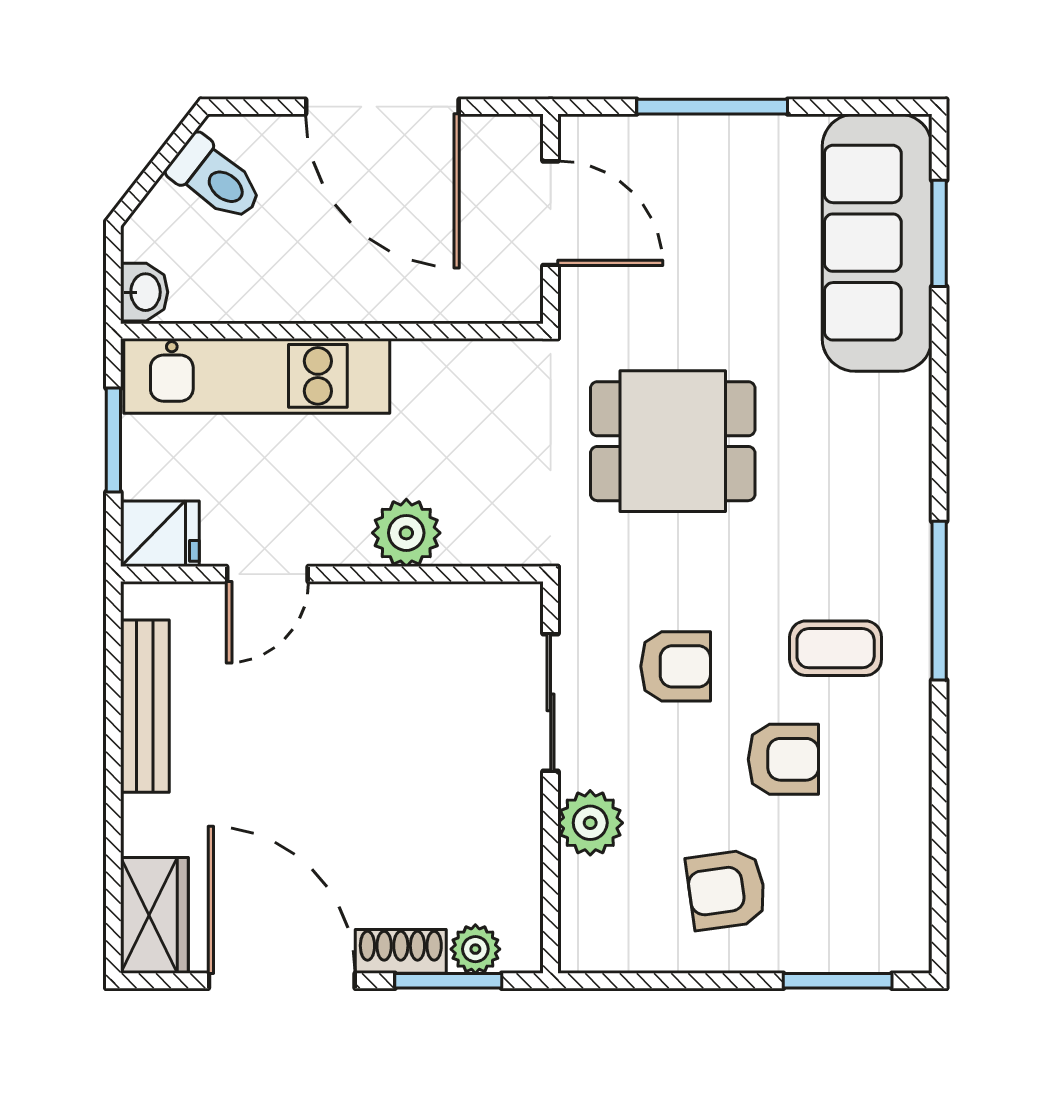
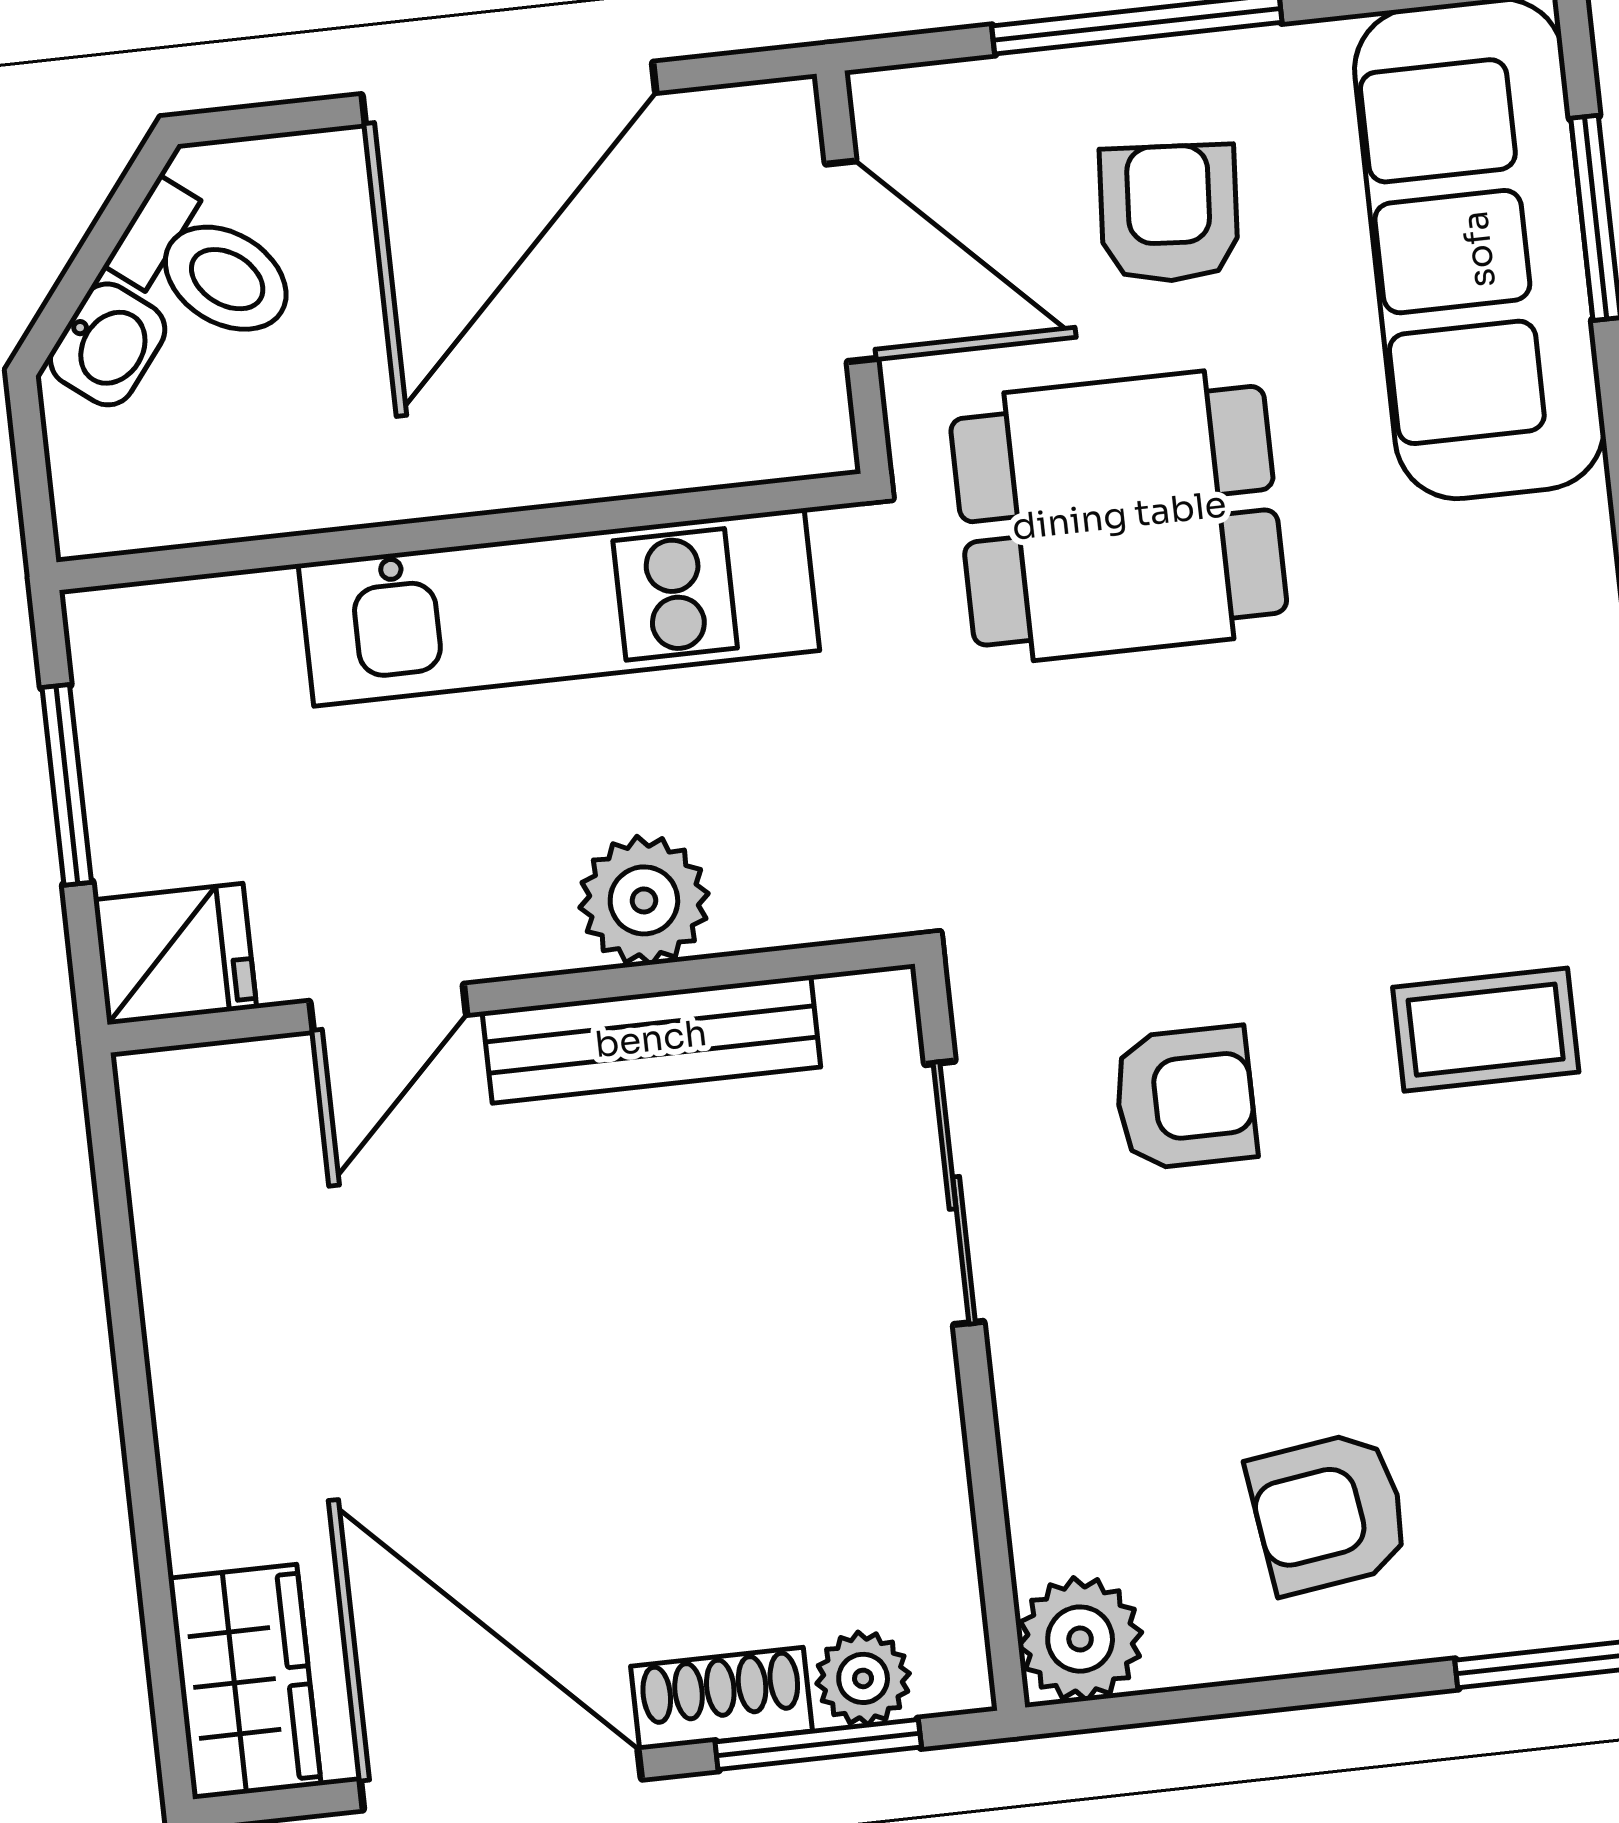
door: (382, 107) -> (509, 94), hinge flipped
washbasin: (144, 292) -> (108, 344), moved, turned 38
kitchen unit: (257, 376) -> (559, 607), moved
dining table: (673, 441) -> (1119, 516), moved
bench: (145, 706) -> (651, 1039), moved, turned 90
armchair: (783, 759) -> (1169, 213), moved, turned -86
plant: (590, 823) -> (1080, 1639), moved

